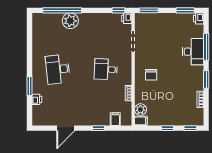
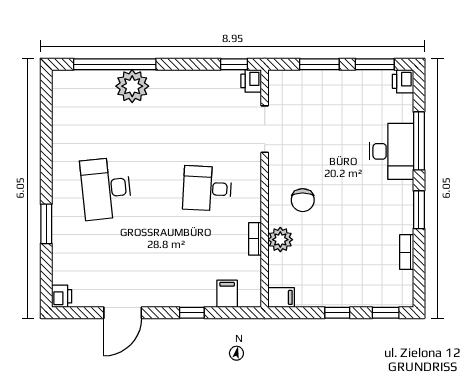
window: (149, 10) -> (319, 64), moved
printer: (37, 99) -> (62, 296), moved
plant: (140, 110) -> (280, 240), moved

